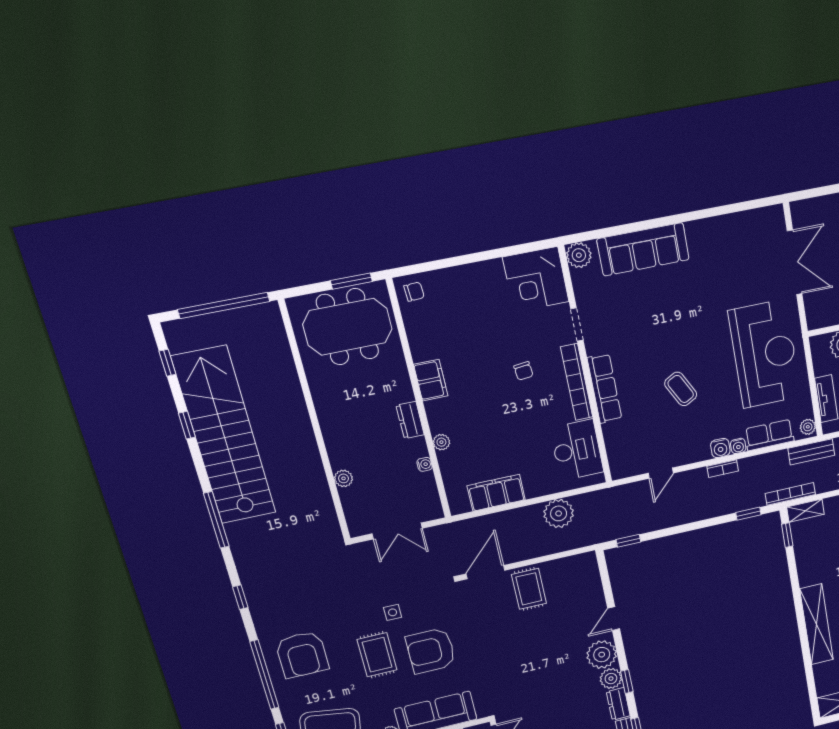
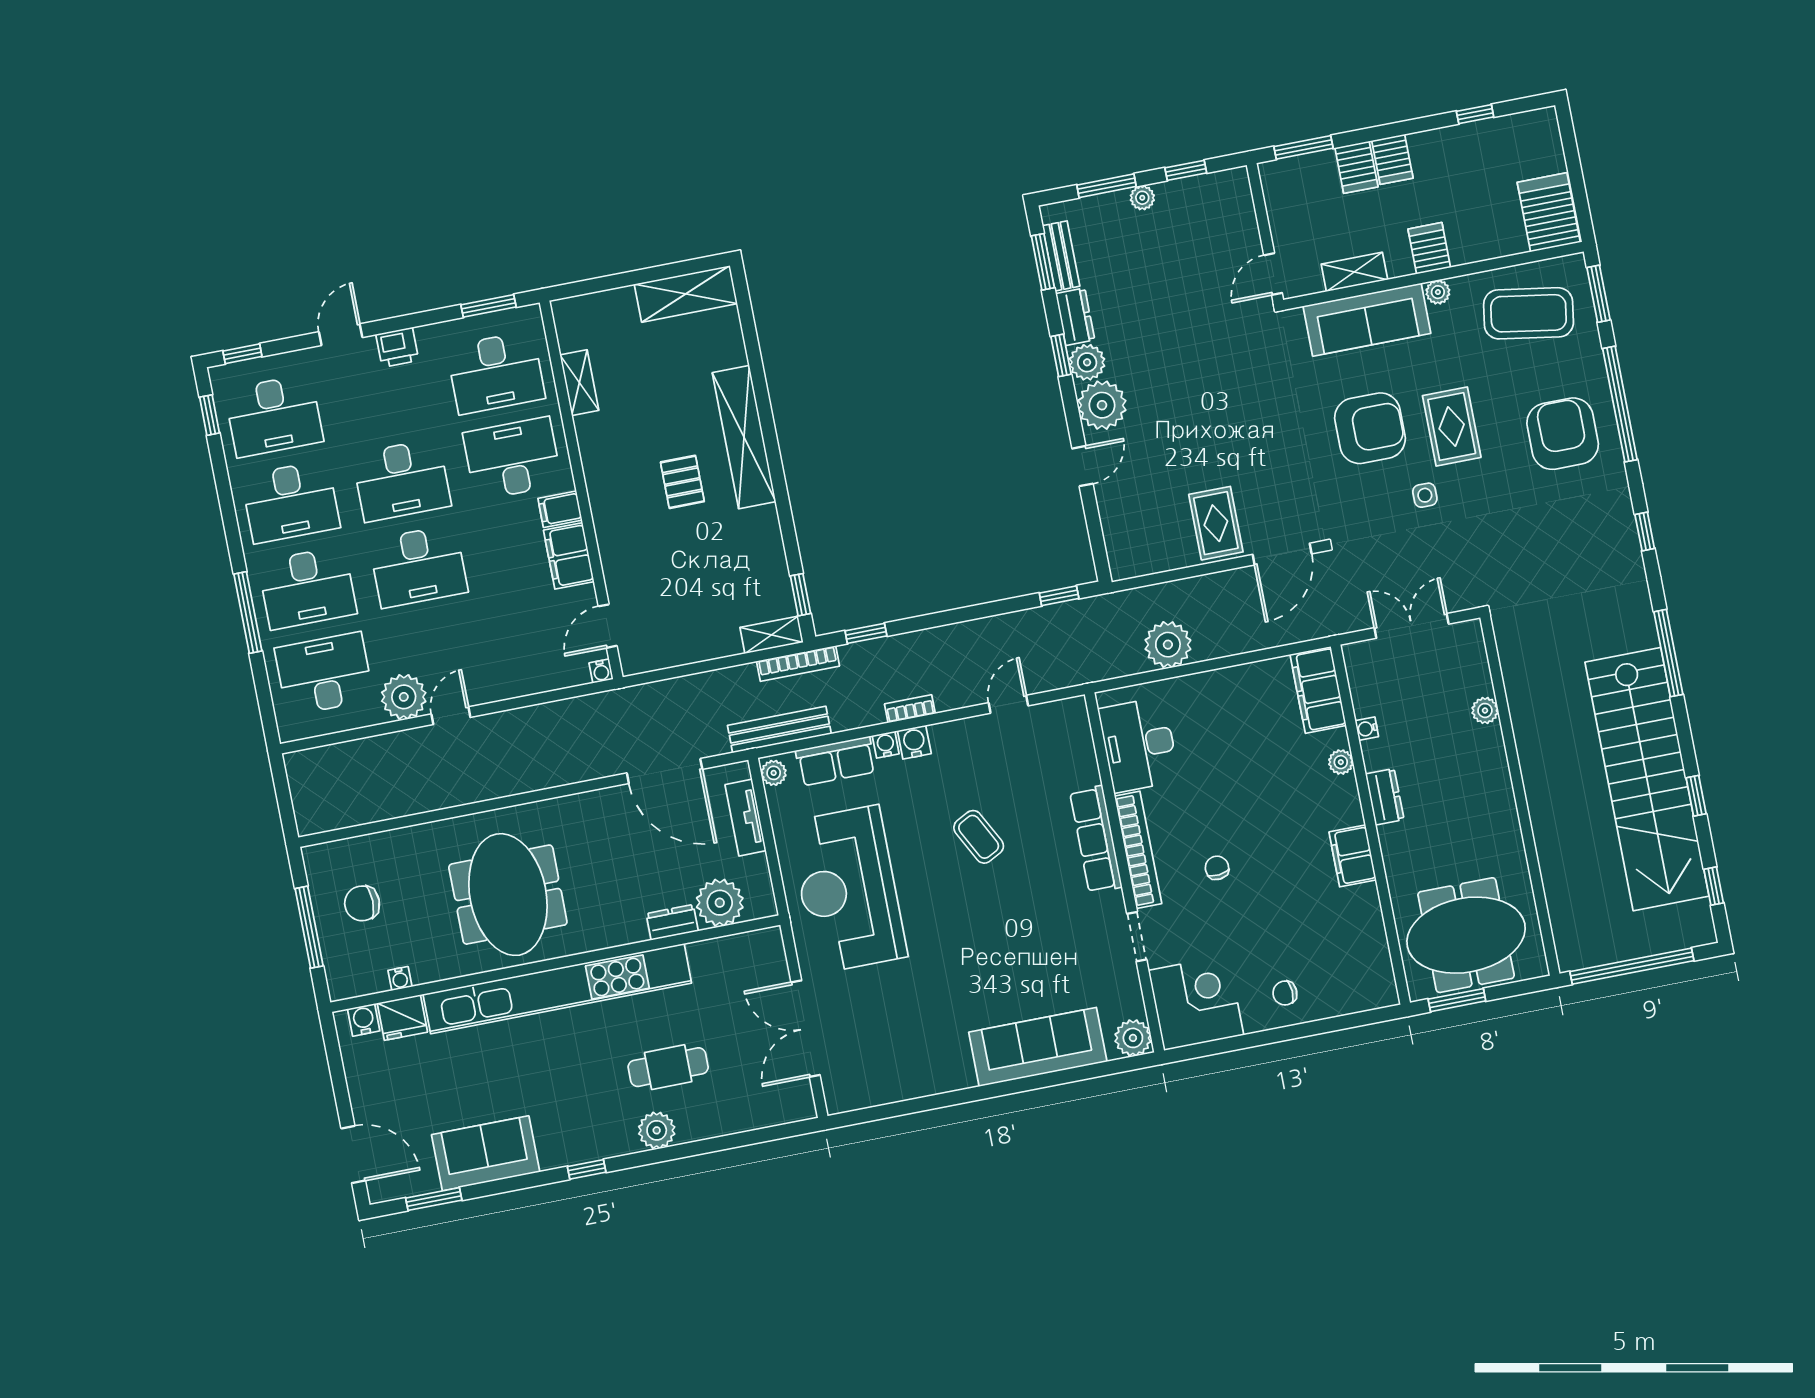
chair: (414, 292) -> (1285, 993), moved
bench: (811, 452) -> (779, 730), width x1.36
filing cabinet: (496, 493) -> (1318, 690), moved, turned 90

